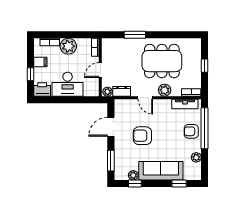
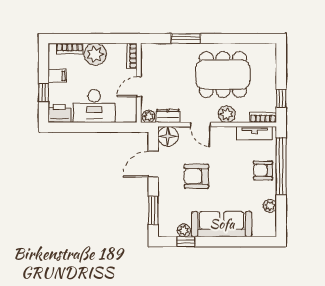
window: (205, 66) -> (281, 99), moved
floor lamp: (122, 106) -> (168, 136), added
window: (179, 184) -> (246, 242), removed

